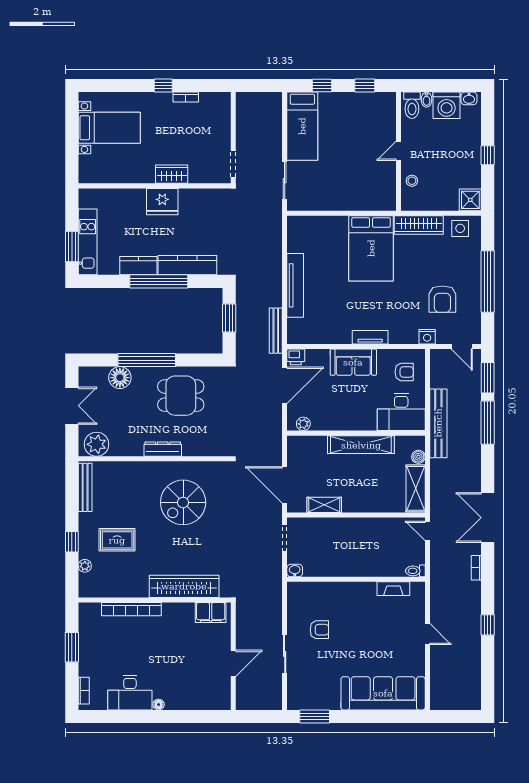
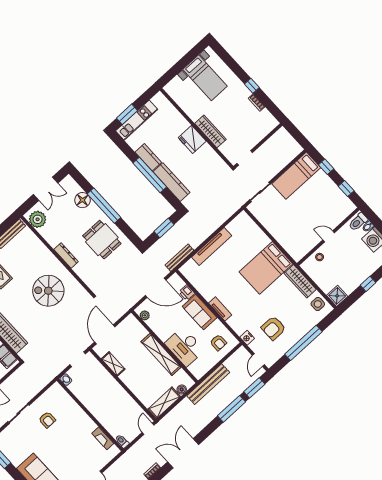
wardrobe: (172, 174) -> (210, 131), width x1.50
printer: (296, 357) -> (187, 293), moved
desk: (401, 412) -> (185, 347), moved

